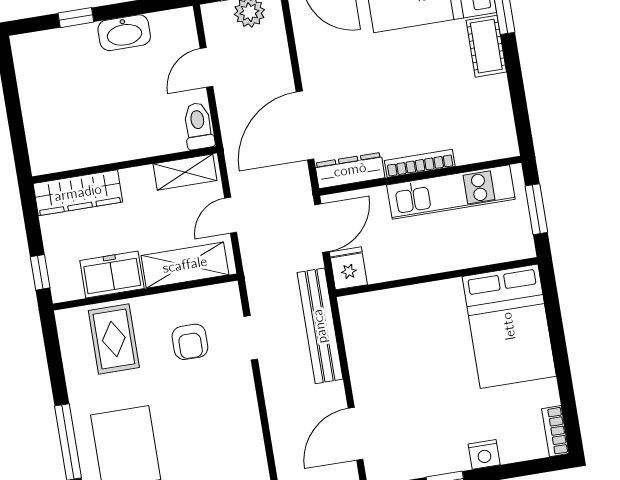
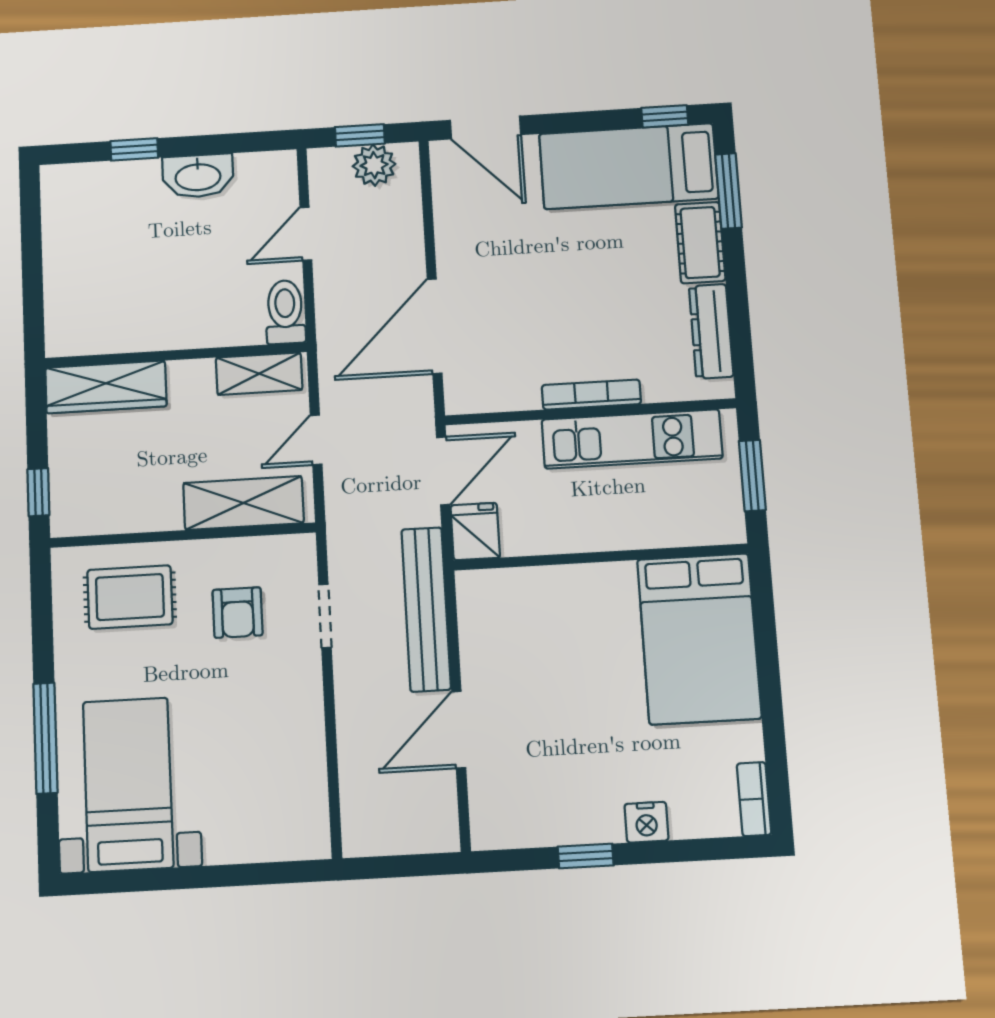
dresser: (350, 170) -> (711, 331), moved, turned -90
freezer: (112, 275) -> (139, 506), removed
rug: (114, 339) -> (130, 597), turned 90
door: (355, 434) -> (459, 730), moved

